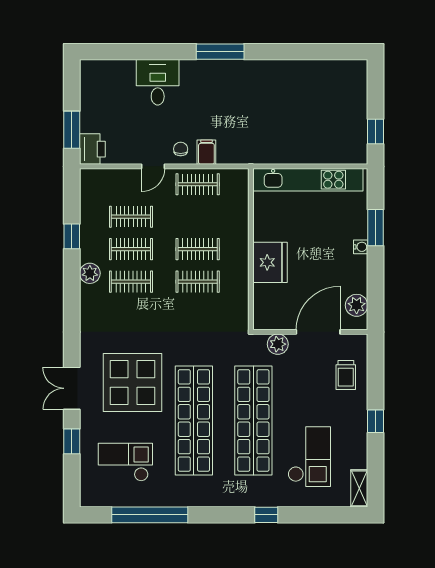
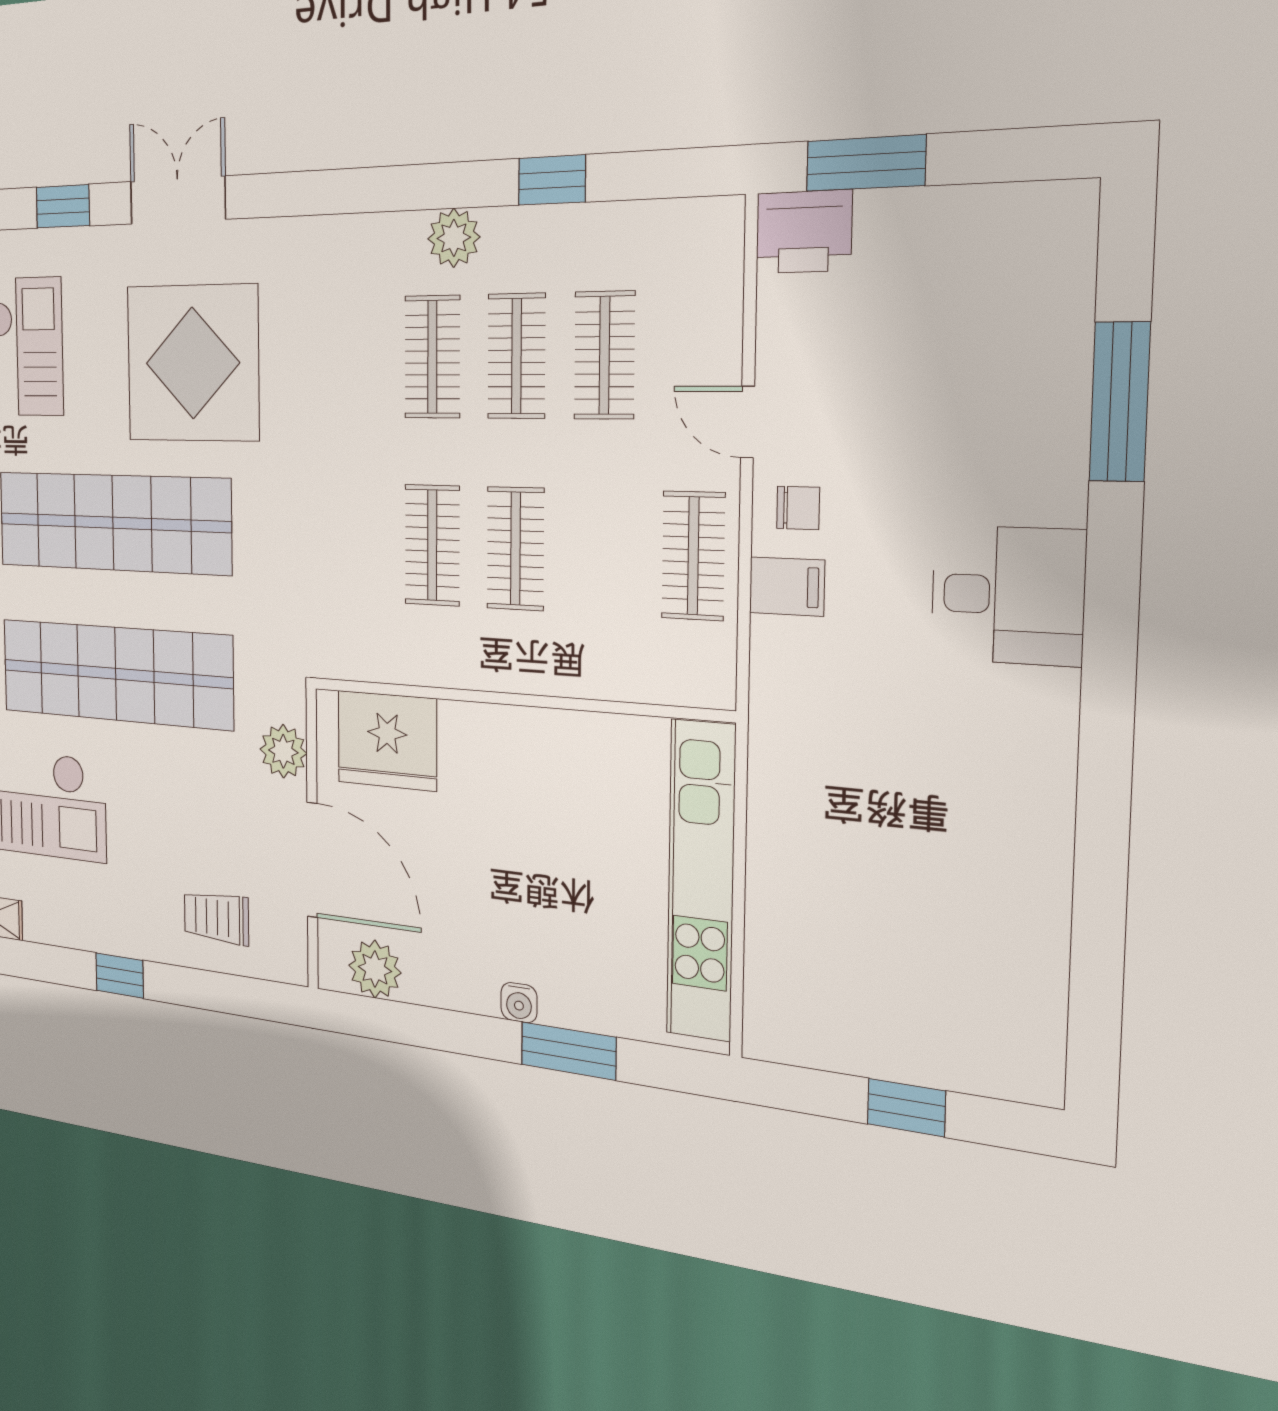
window: (220, 52) -> (1120, 402), moved
desk: (158, 82) -> (1007, 595), moved
window: (375, 132) -> (906, 1108), moved
fridge: (270, 262) -> (387, 741), moved

